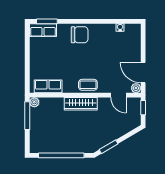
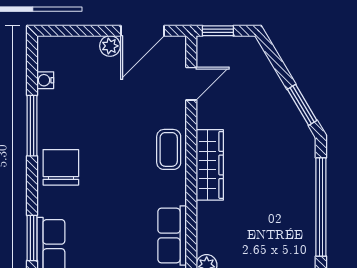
window: (99, 21) -> (32, 126), added
plant: (136, 88) -> (110, 46), moved

